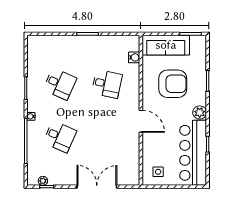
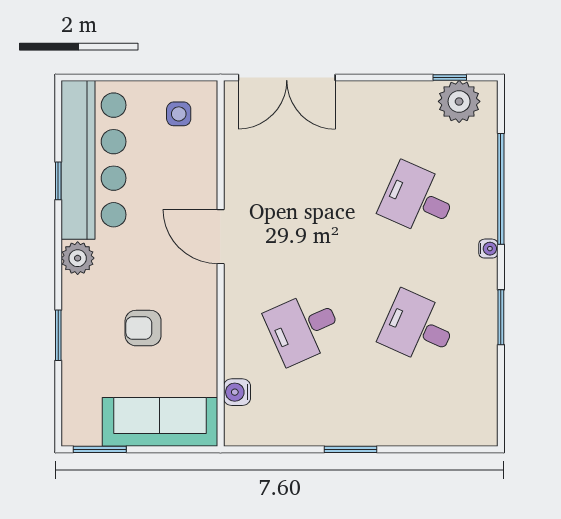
desk: (107, 84) -> (303, 328), turned -36
armchair: (173, 84) -> (143, 328), width x0.53, depth x0.53
plant: (43, 181) -> (459, 101), width x1.88, depth x1.88
double door: (97, 187) -> (287, 78), moved

